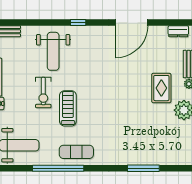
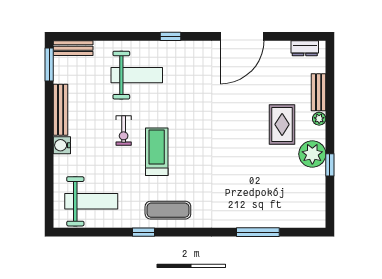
weight bench: (53, 51) -> (137, 75), turned -90
exercise bike: (43, 93) -> (124, 131), width x0.73, depth x0.72
window: (58, 168) -> (143, 232), width x0.32

